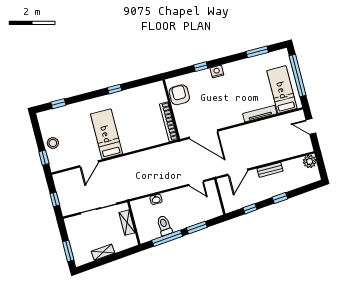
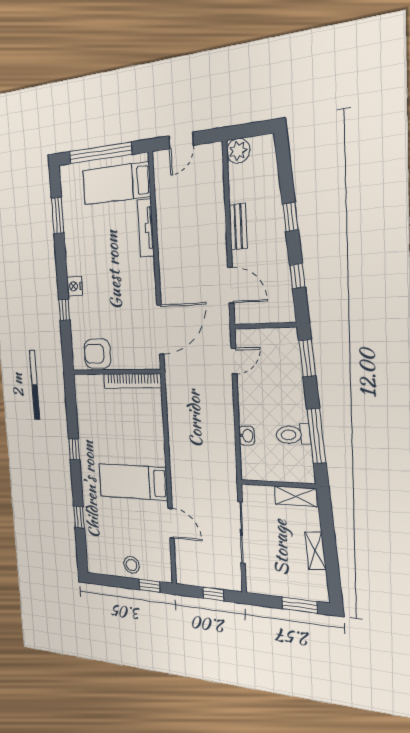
window: (58, 104) -> (79, 517), moved
shelving: (127, 223) -> (296, 496), moved
window: (197, 228) -> (307, 358), moved

